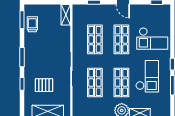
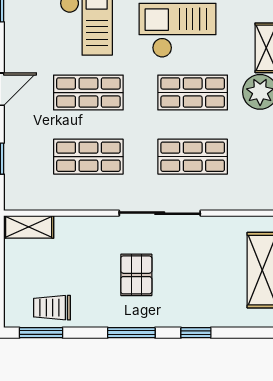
pallet: (44, 85) -> (136, 275), moved

